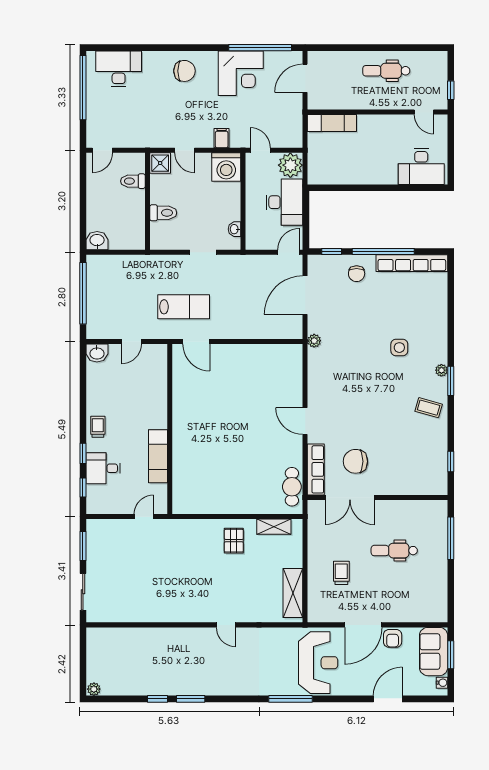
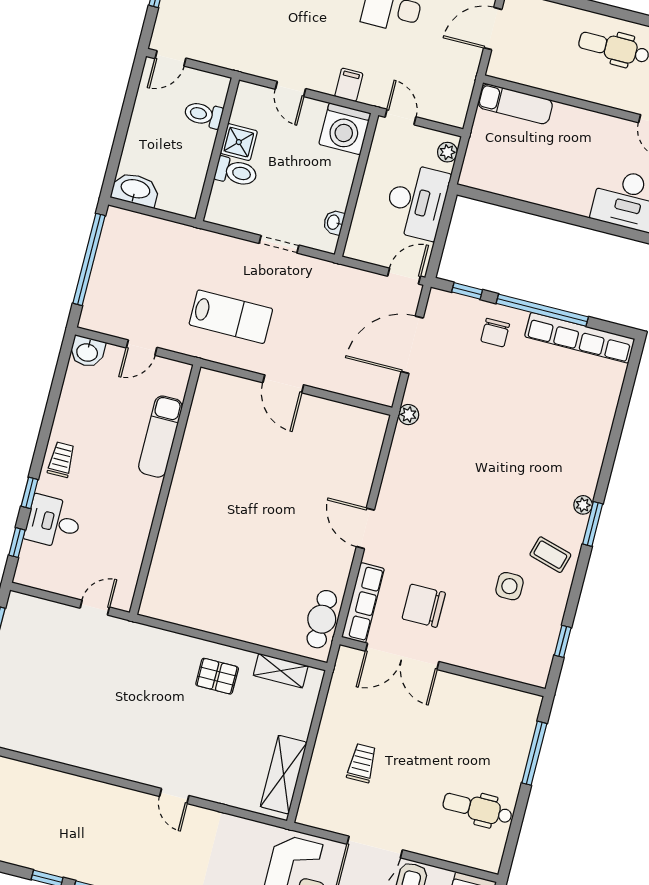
shower: (160, 163) -> (239, 142), moved
plant: (290, 165) -> (447, 152), width x0.53, depth x0.53
washbasin: (97, 241) -> (135, 190), width x1.38
door: (196, 341) -> (283, 384), moved
side table: (399, 348) -> (509, 586), moved
exam couch: (158, 456) -> (160, 437), moved
pallet: (234, 541) -> (217, 676), turned 90
dental chair: (394, 551) -> (477, 809), moved

